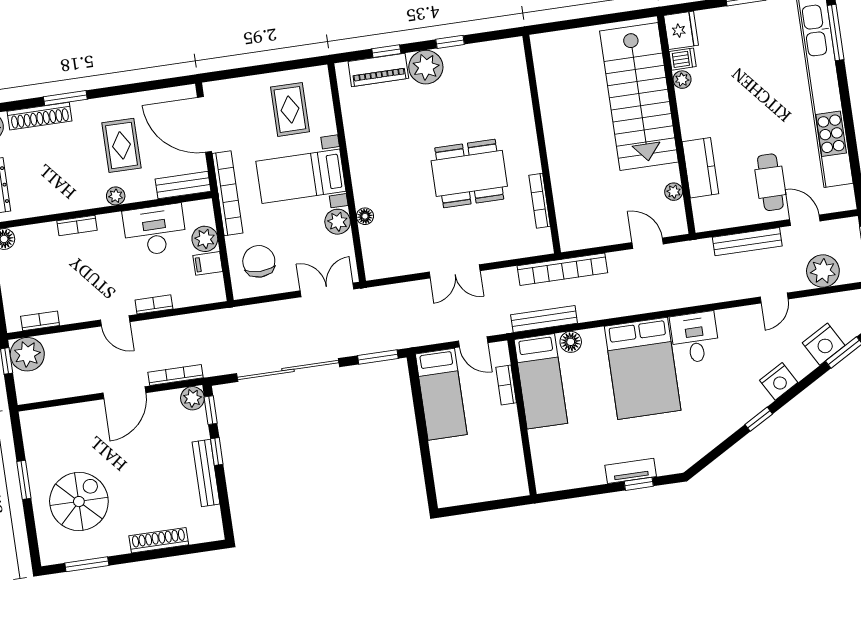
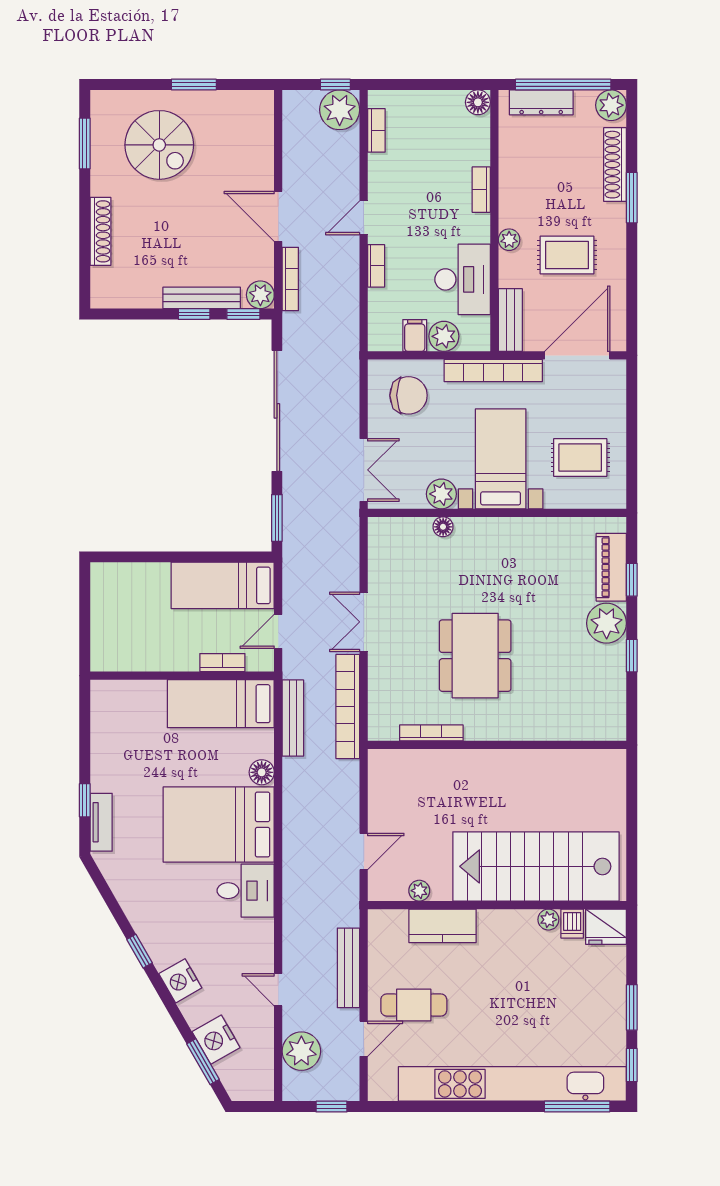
bookcase: (562, 269) -> (348, 706), moved
floor lamp: (571, 342) -> (262, 772), moved
tv unit: (631, 471) -> (101, 822), moved
bench: (206, 473) -> (202, 298), moved

